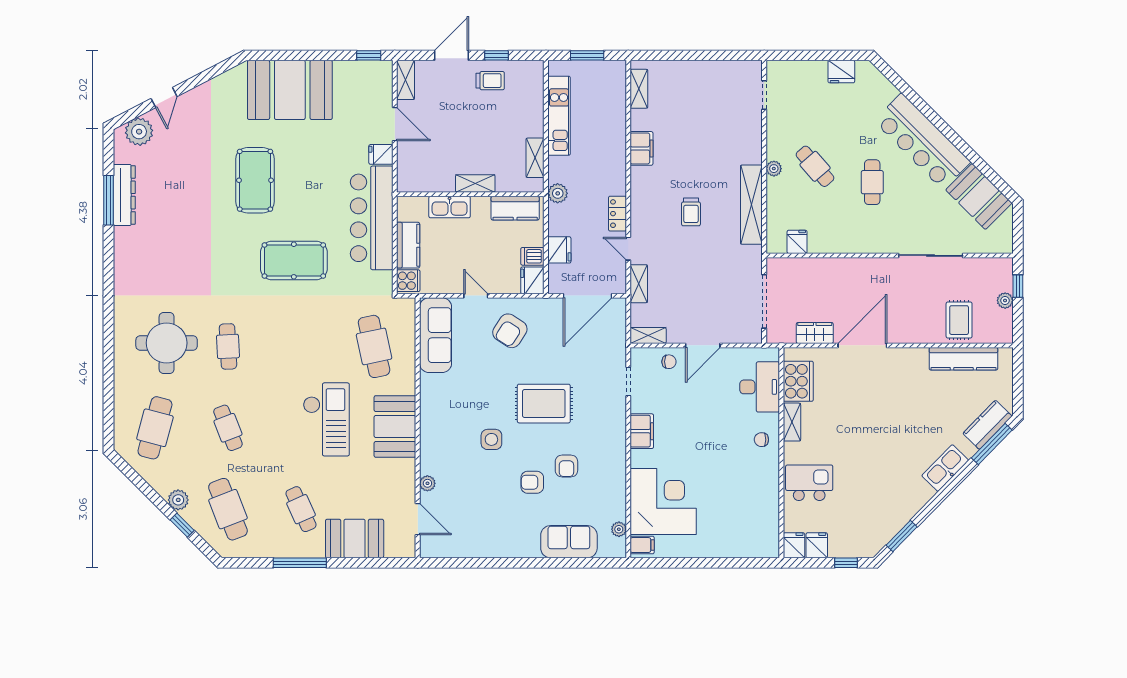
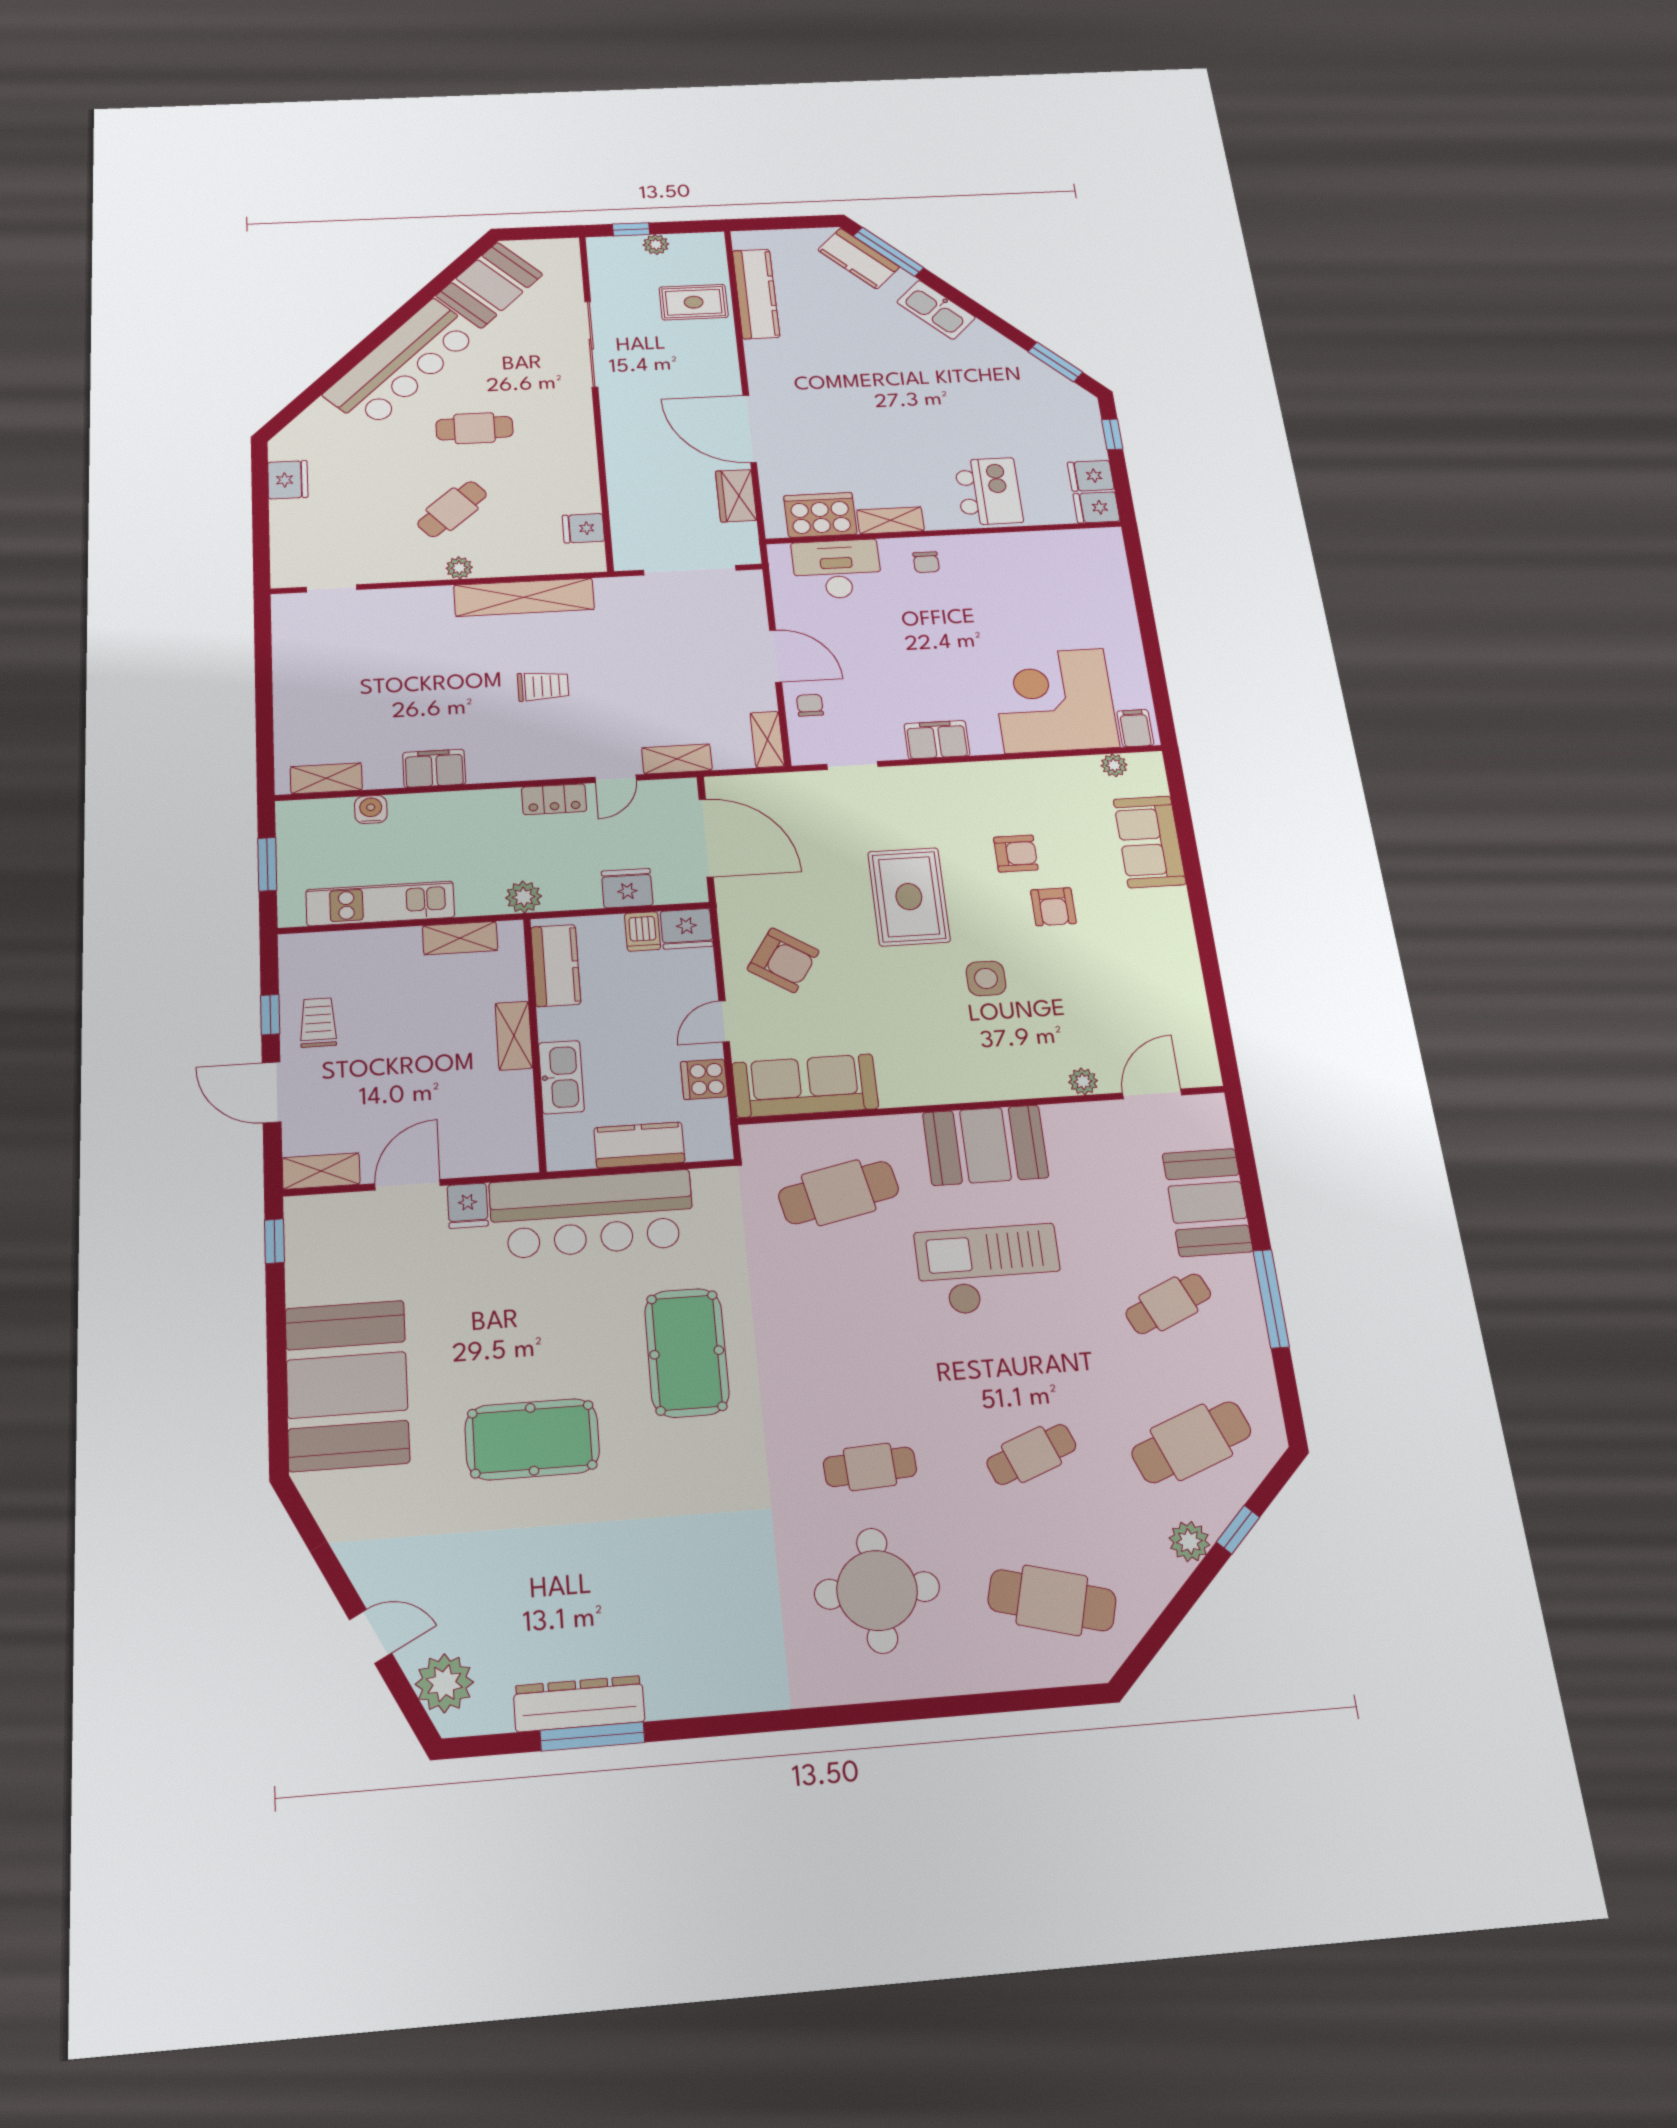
water cooler: (618, 113) -> (371, 809), added
cooker: (408, 281) -> (704, 1079), moved, turned -90
kitchen island: (809, 483) -> (989, 491), turned 180

